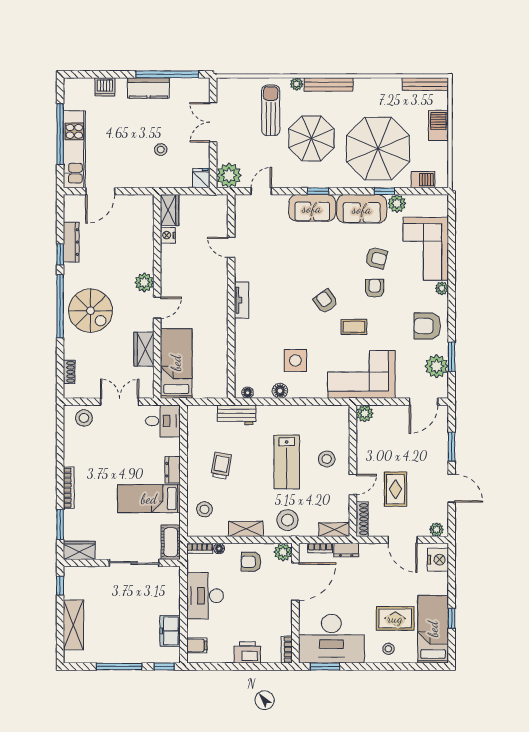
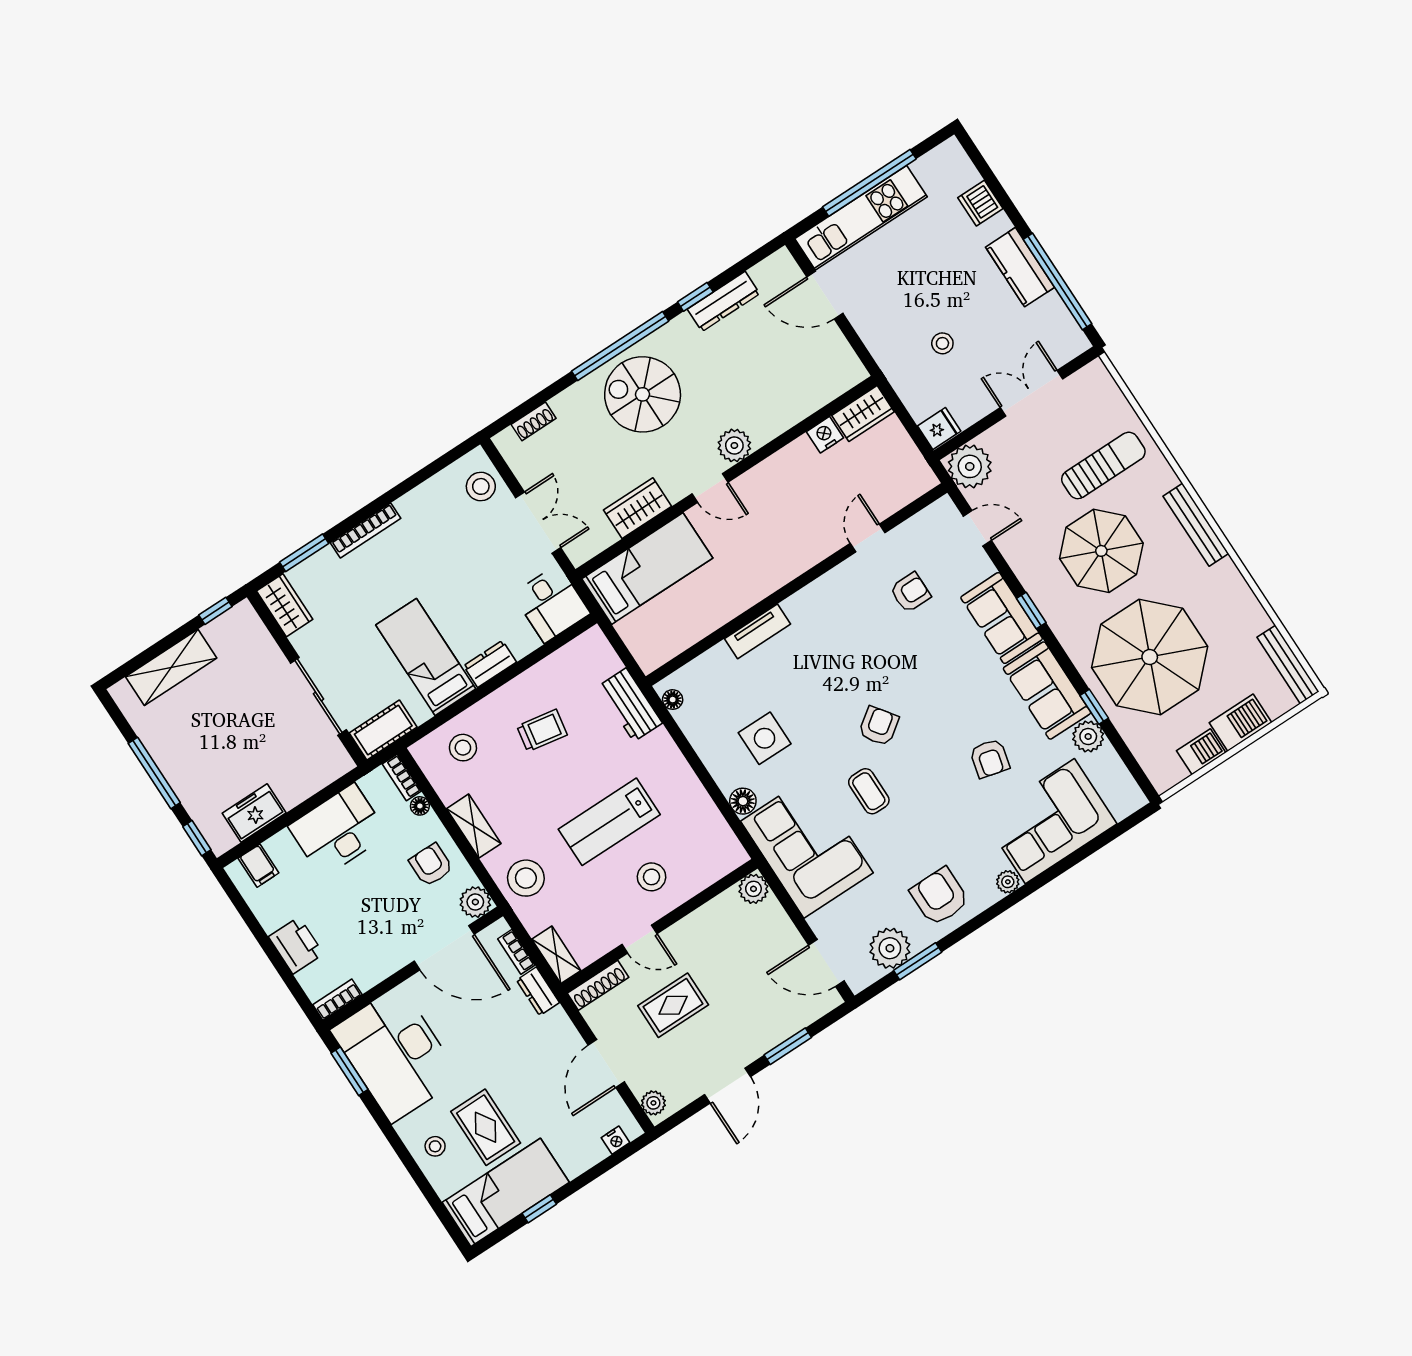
plant: (297, 84) -> (1166, 478), removed
barbecue: (423, 180) -> (1201, 752), moved, turned -90
armchair: (375, 288) -> (910, 592), moved
tv unit: (241, 300) -> (757, 631), moved
spiral stairs: (91, 311) -> (643, 394), turned 90
floor lamp: (280, 391) -> (743, 801), moved
nightstand: (438, 560) -> (616, 1140), width x0.53, depth x0.56

